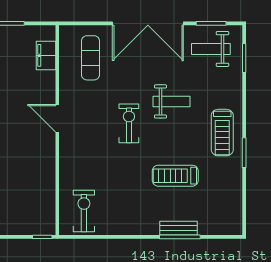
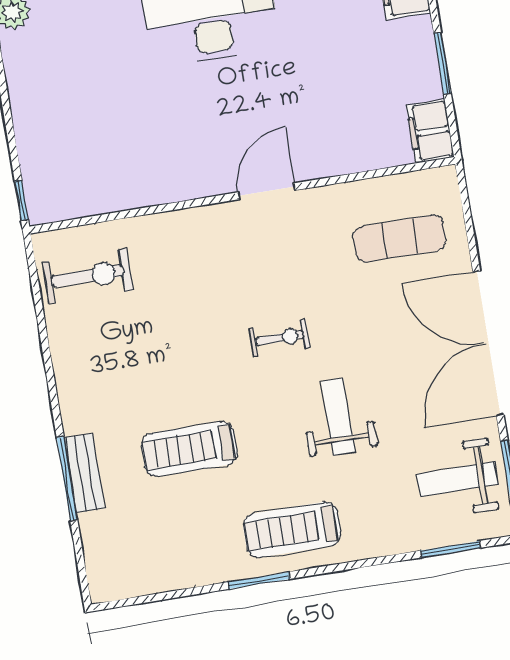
weight bench: (211, 49) -> (457, 479), turned -90
filing cabinet: (46, 55) -> (430, 131), moved, turned -90
weight bench: (171, 101) -> (338, 417), turned 180
exercise bike: (129, 123) -> (280, 338), width x0.73, depth x0.72
treadmill: (175, 176) -> (189, 449), turned -90

